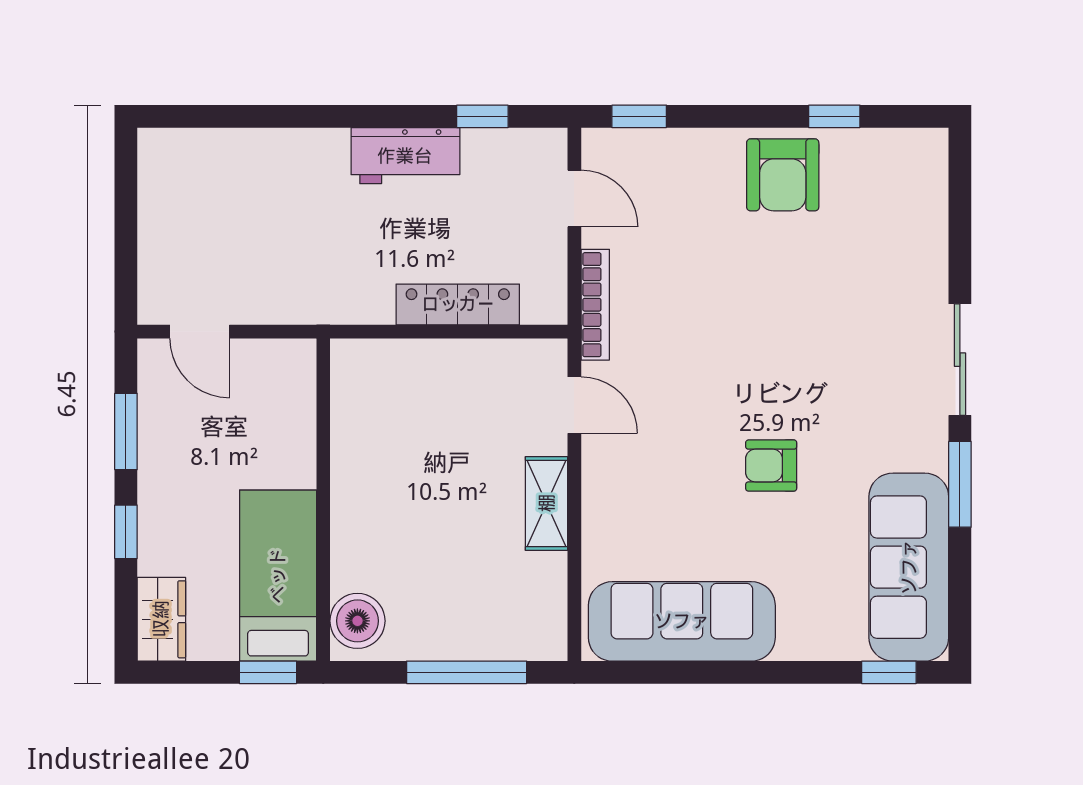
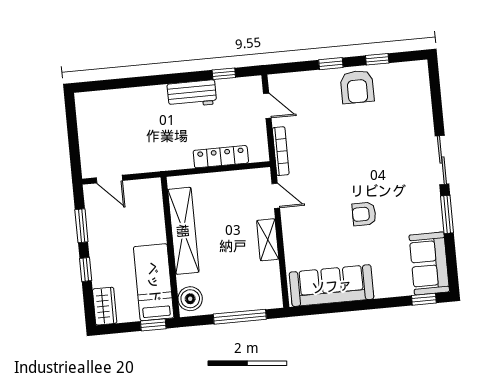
window: (639, 116) -> (331, 64), moved
shelving: (357, 465) -> (183, 231), added
sofa: (909, 567) -> (429, 263), width x0.73

